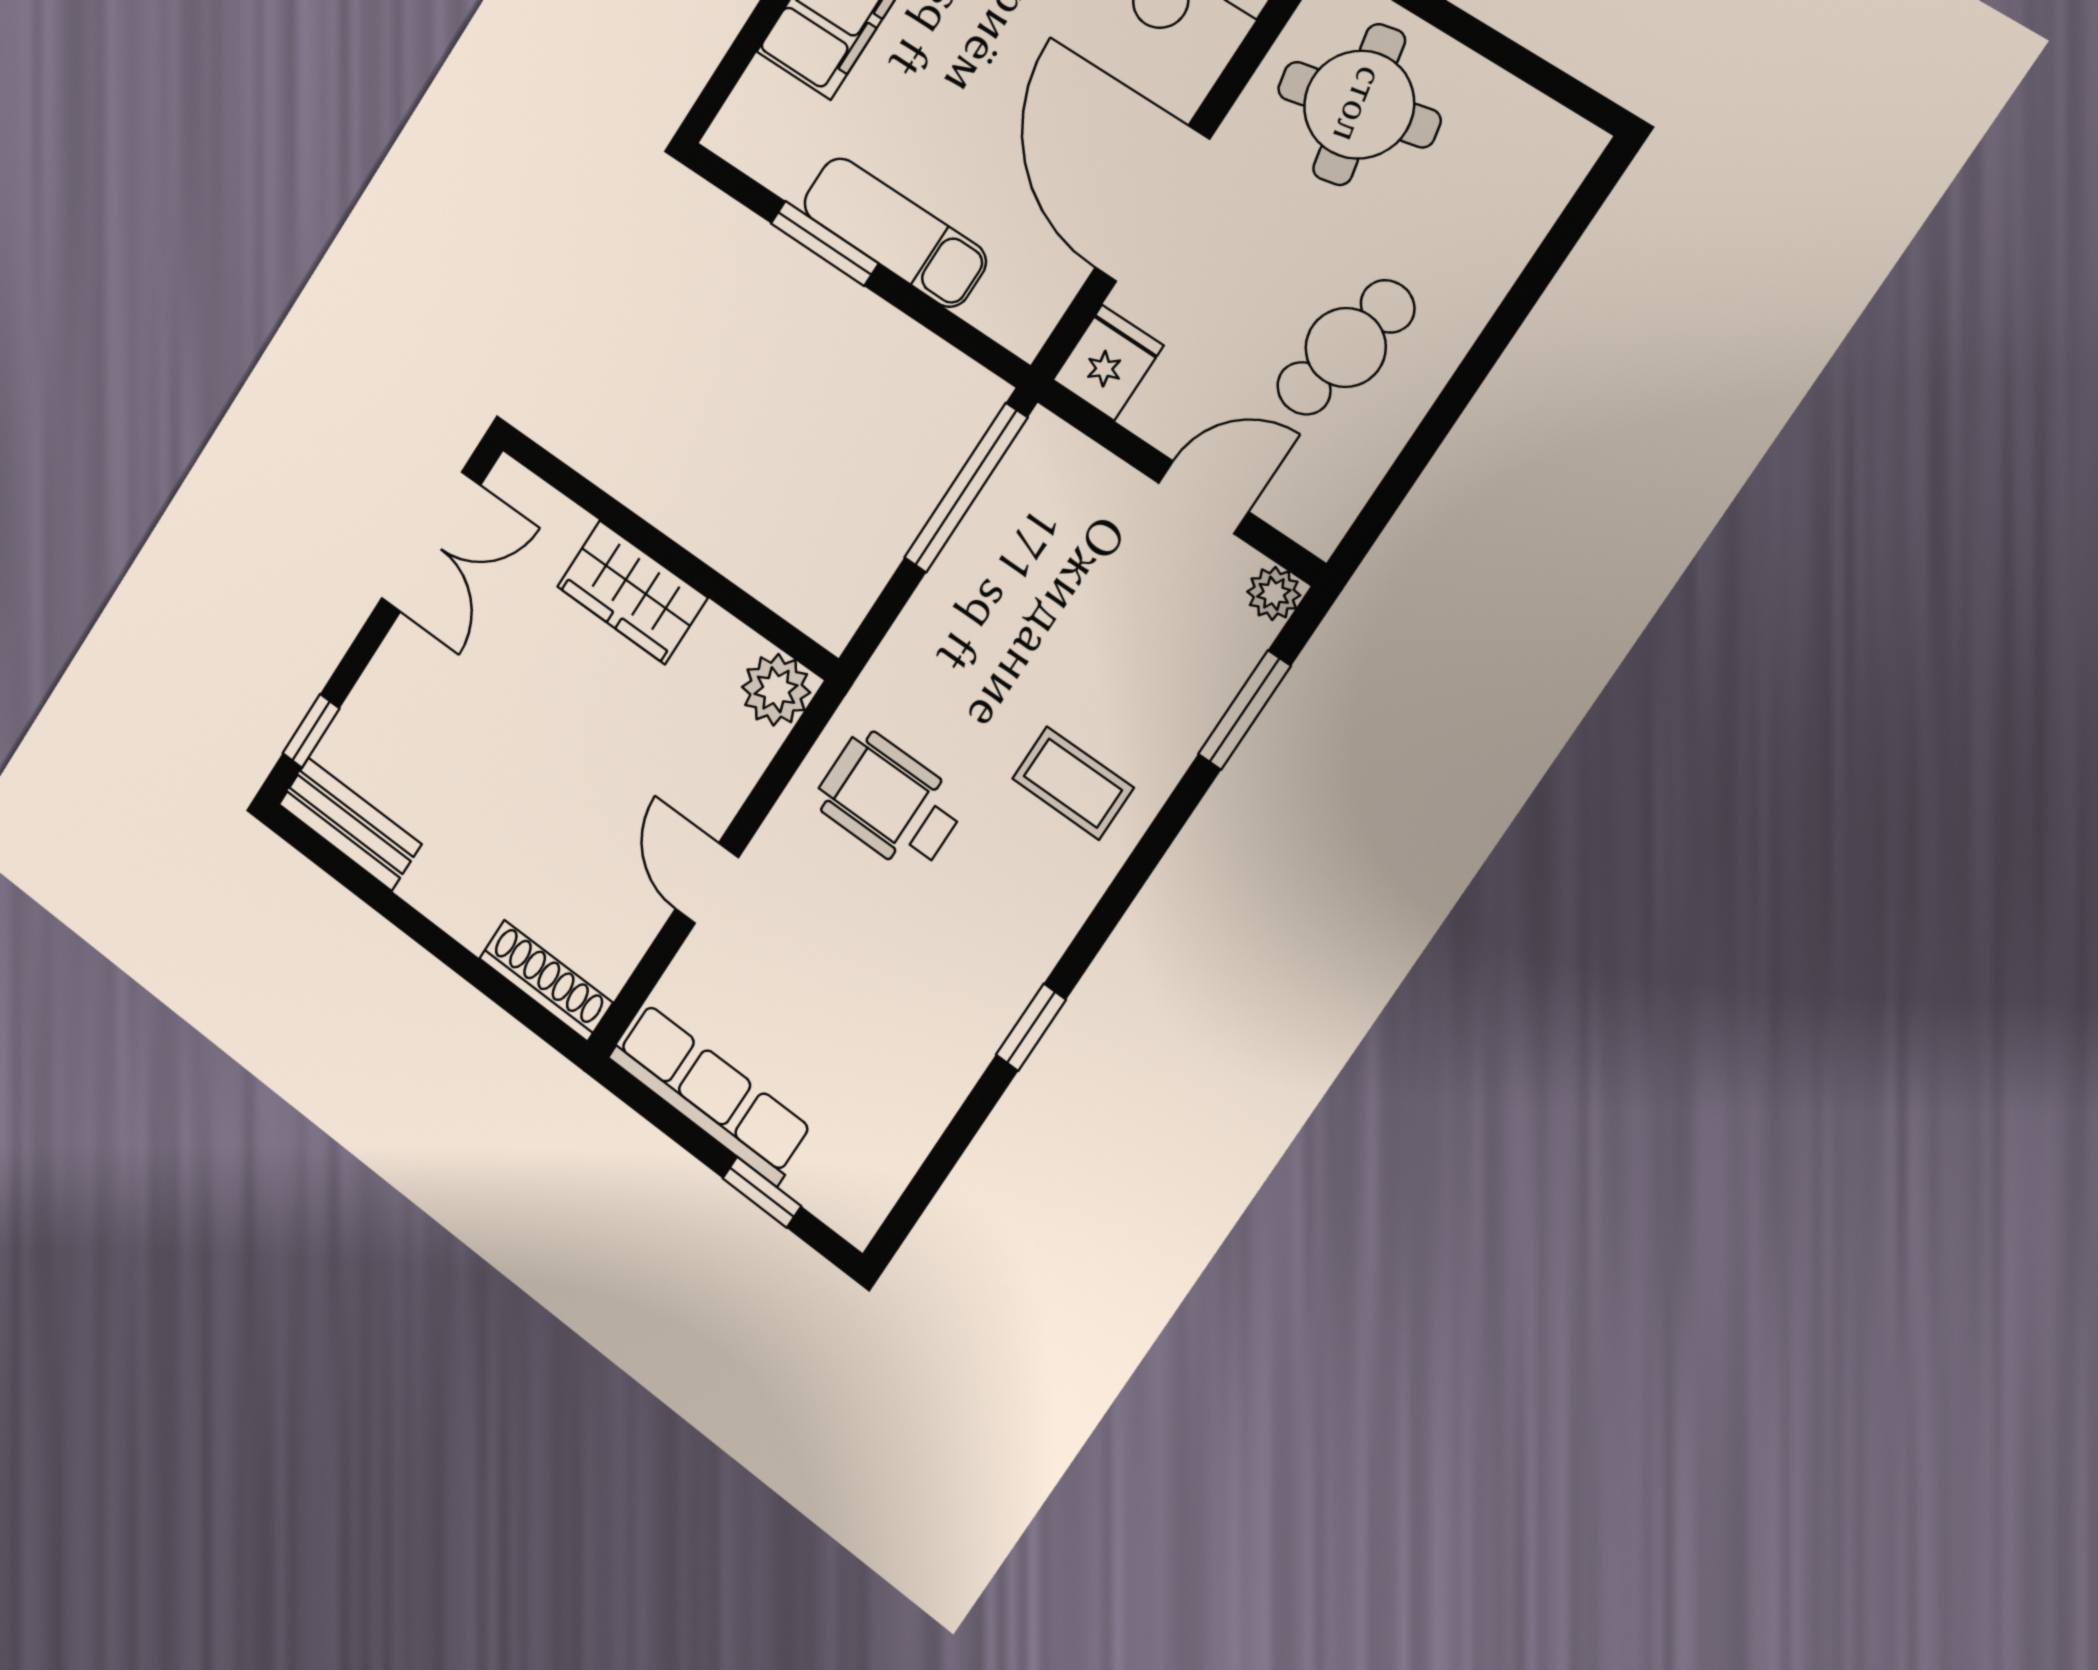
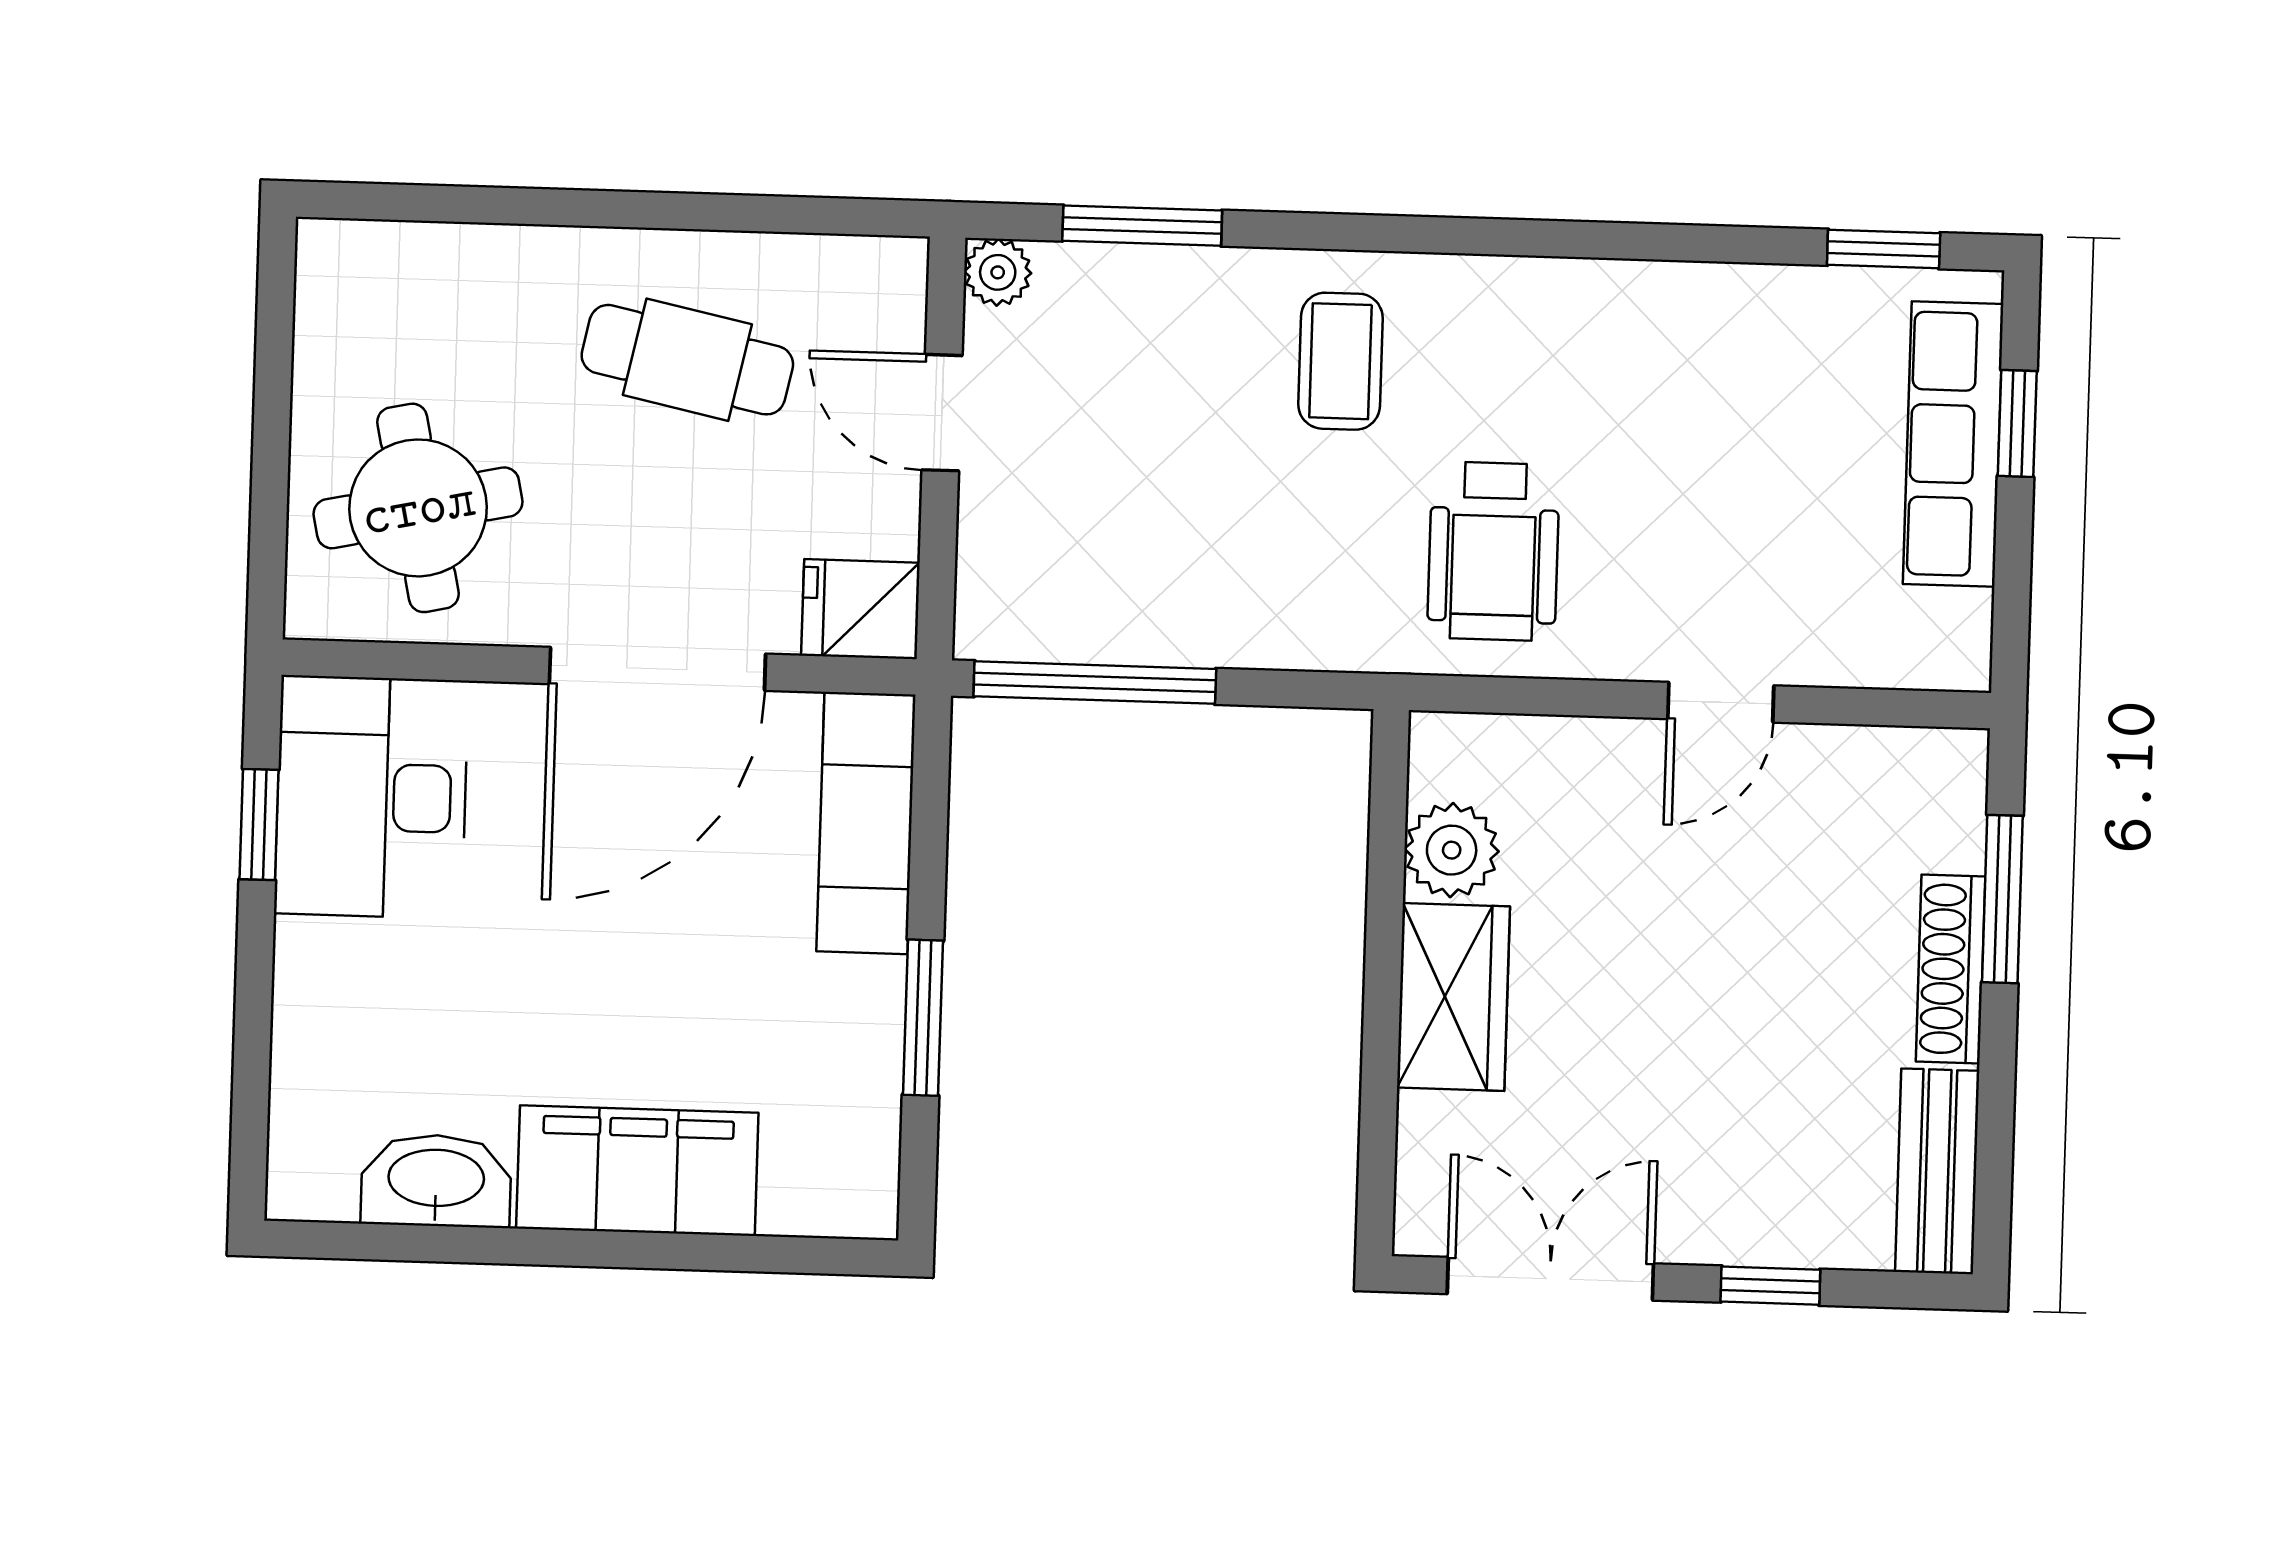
exam couch: (895, 232) -> (866, 823), moved
plant: (776, 690) -> (1452, 850), moved
window: (311, 731) -> (1770, 1286), moved
window: (482, 977) -> (2002, 899), added
shoe rack: (546, 980) -> (1951, 969), moved
window: (1031, 1027) -> (1884, 249), moved
row of seats: (710, 1094) -> (1953, 444), moved

